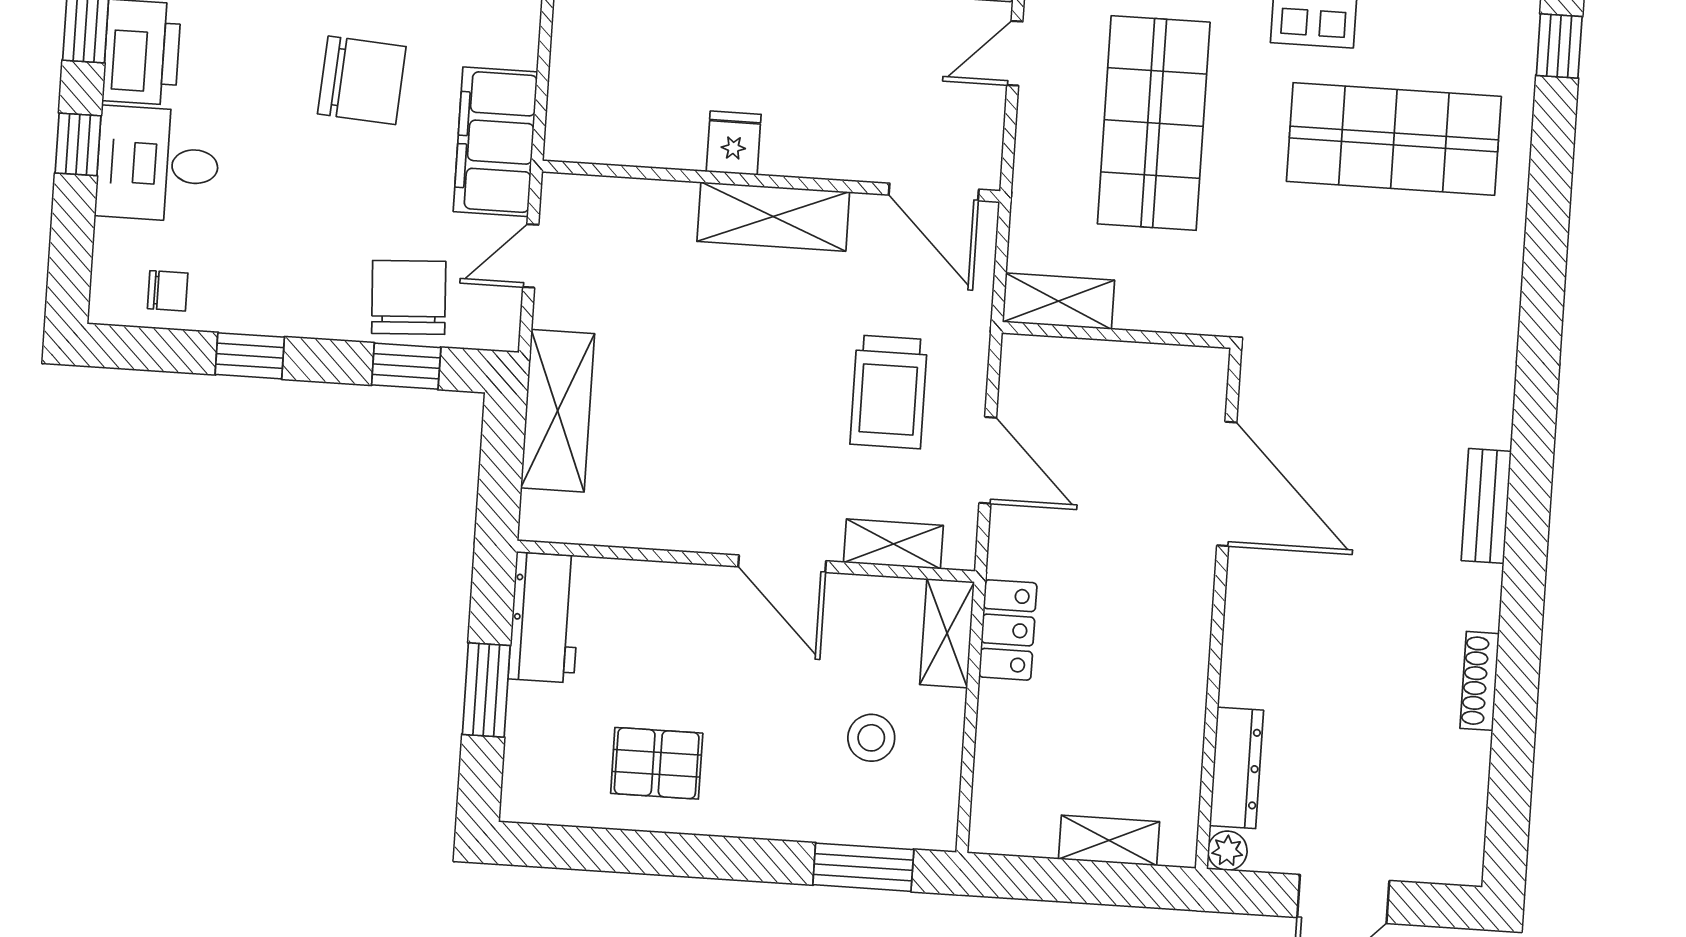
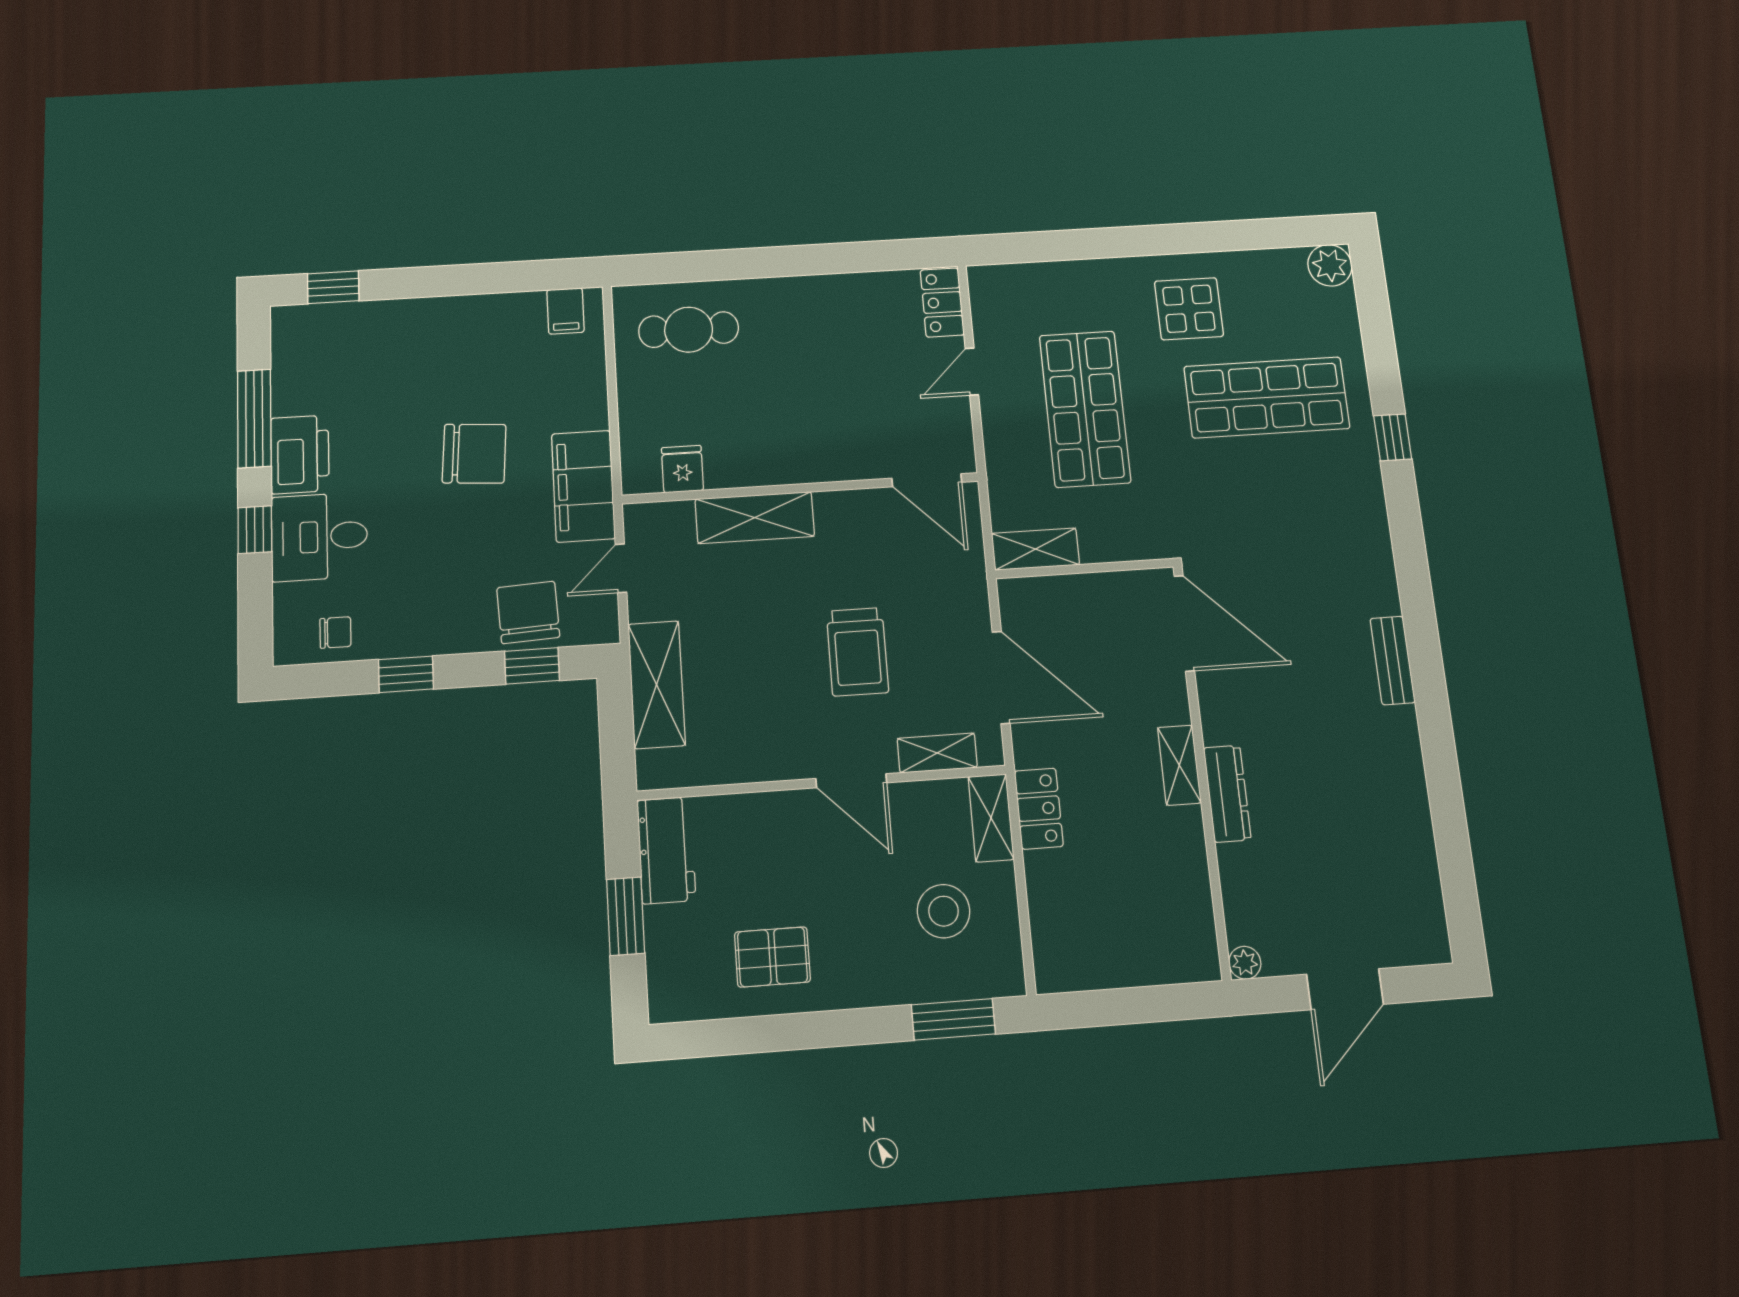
window: (1559, 46) -> (1393, 437), moved
fridge: (734, 143) -> (682, 469), moved
shelving: (773, 217) -> (755, 518), moved
trolley: (889, 392) -> (857, 652), moved
door: (988, 460) -> (1001, 677), width x1.36
door: (1227, 484) -> (1184, 623), moved
shoe rack: (1480, 681) -> (1416, 797), removed
stool: (871, 738) -> (944, 911), width x1.38, depth x1.38
dresser: (1236, 768) -> (1227, 794), moved
shelving: (1109, 840) -> (1179, 765), moved, turned 90

